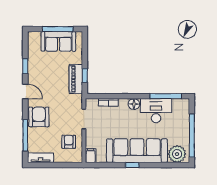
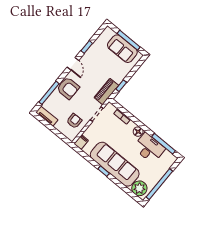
piano: (76, 79) -> (106, 92), moved
armchair: (39, 117) -> (68, 88), turned 90

